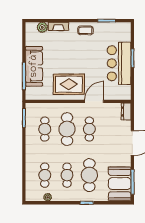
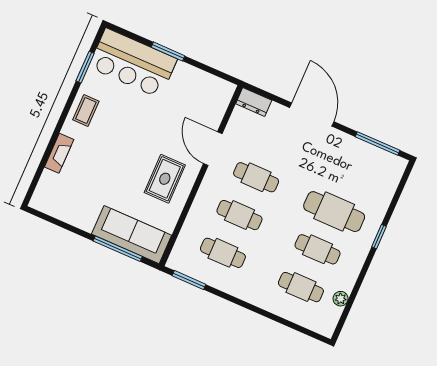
plant: (42, 27) -> (49, 181), removed
bar counter: (119, 63) -> (133, 63), moved
sofa: (34, 66) -> (132, 235), moved
rug: (69, 84) -> (165, 179), width x0.73, depth x0.70
cafe table: (67, 129) -> (239, 215), width x0.73, depth x0.74
booth: (120, 184) -> (371, 166), removed

